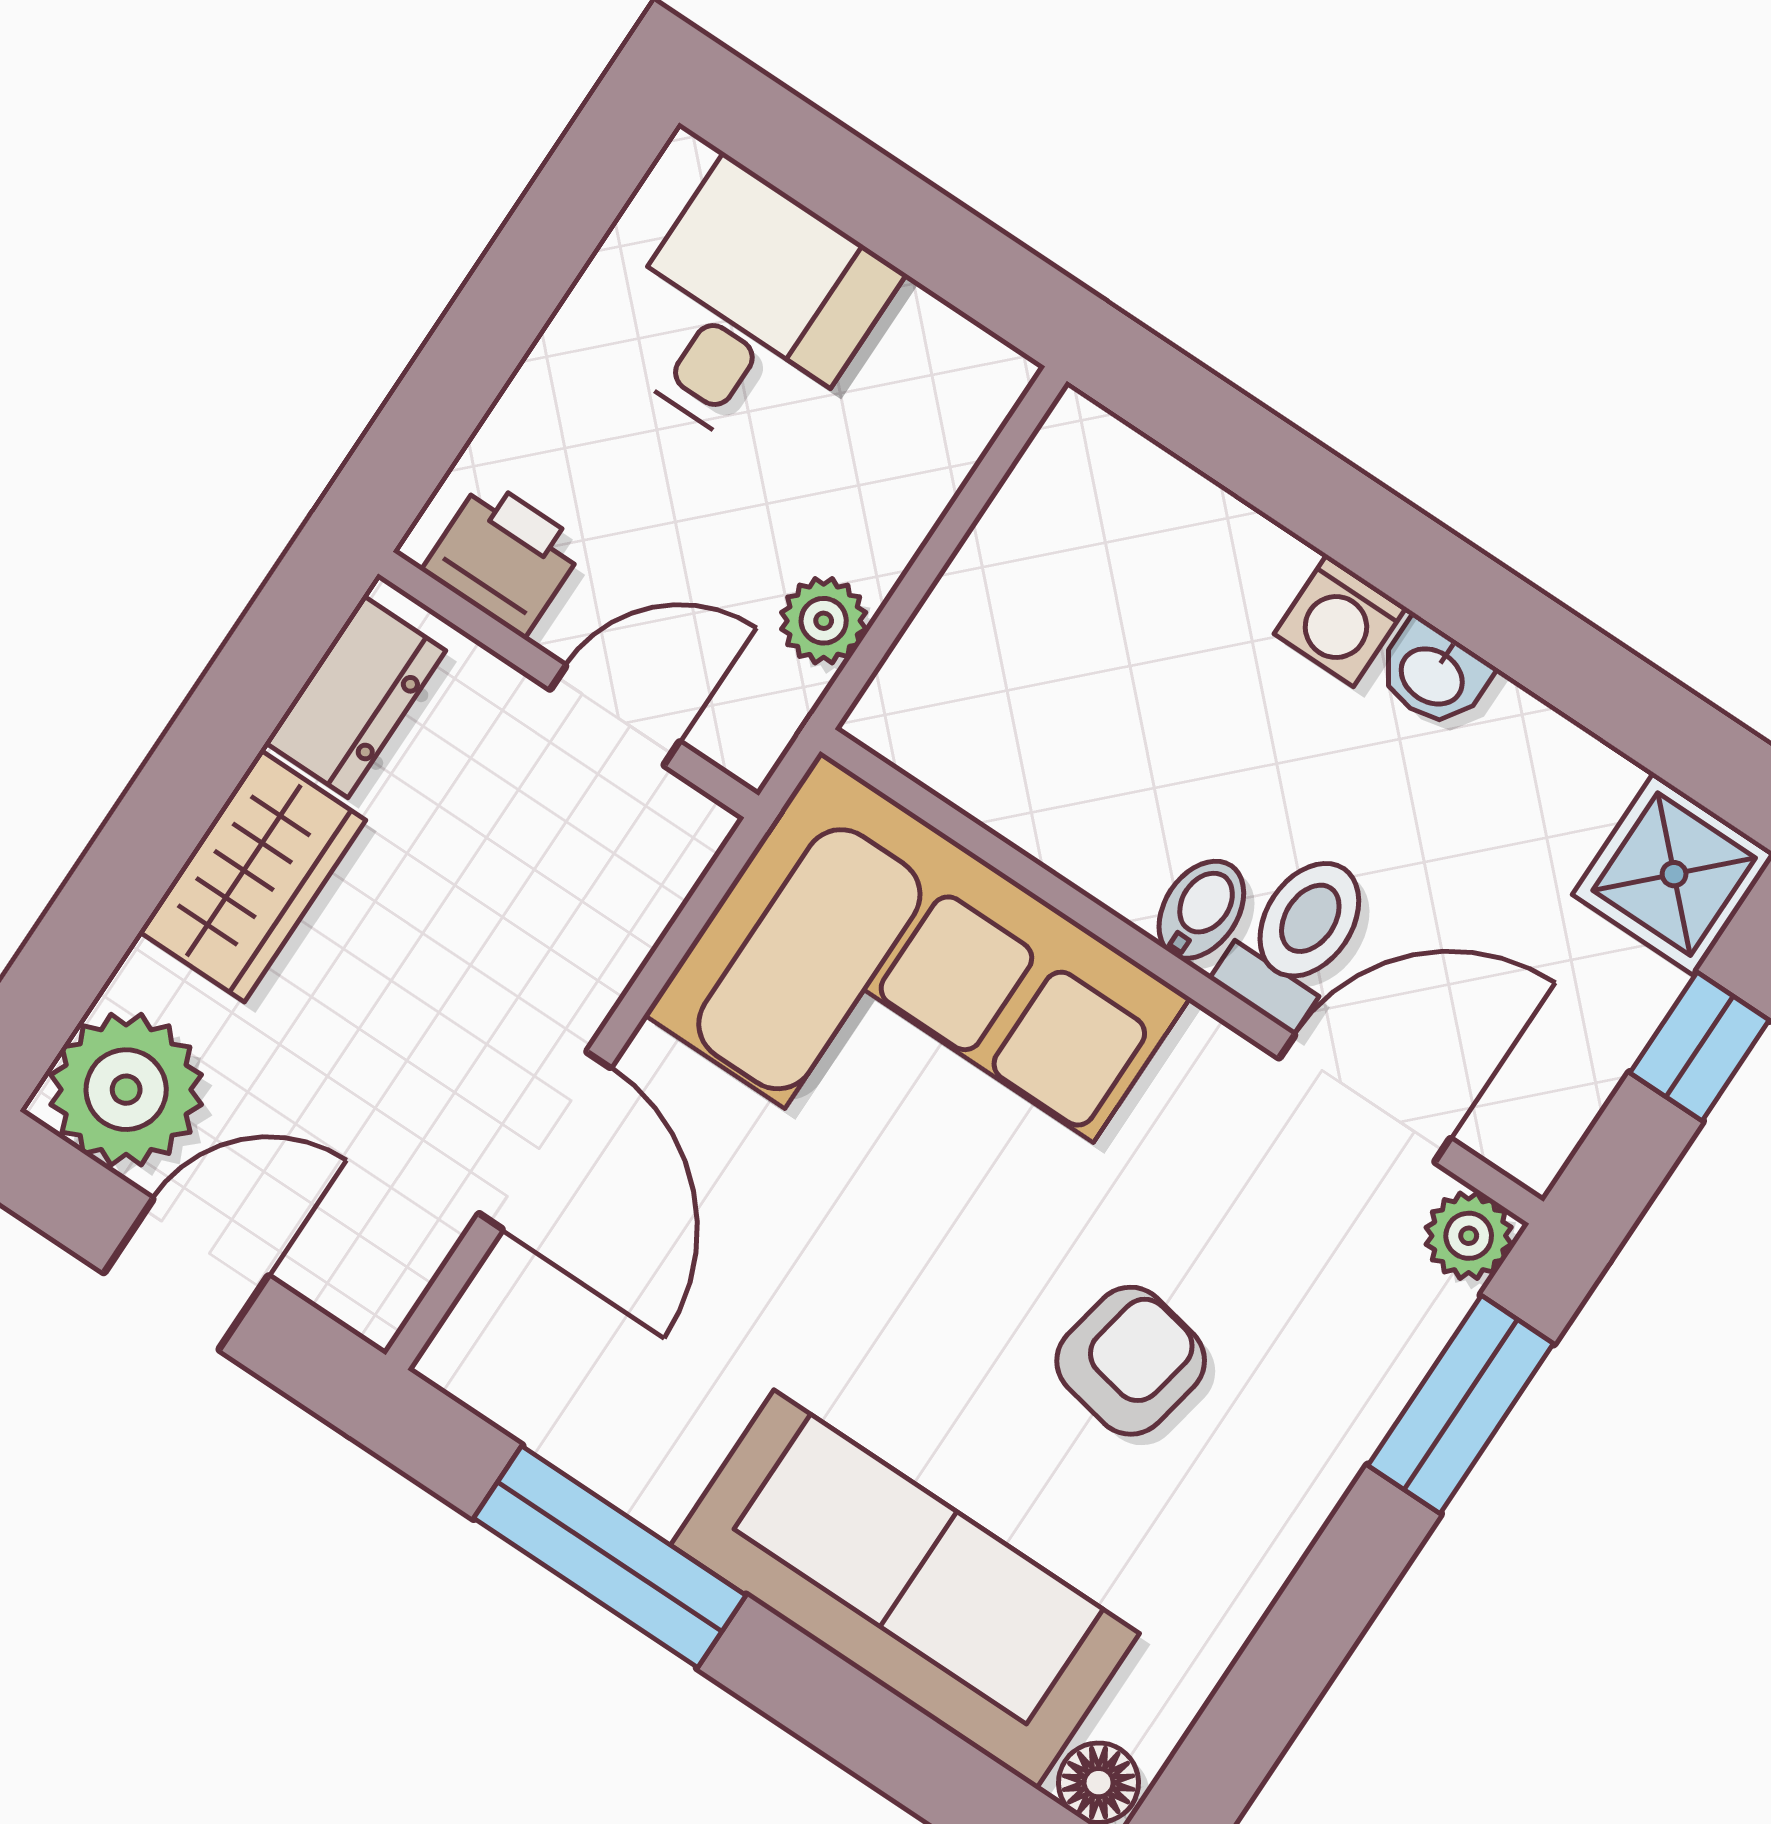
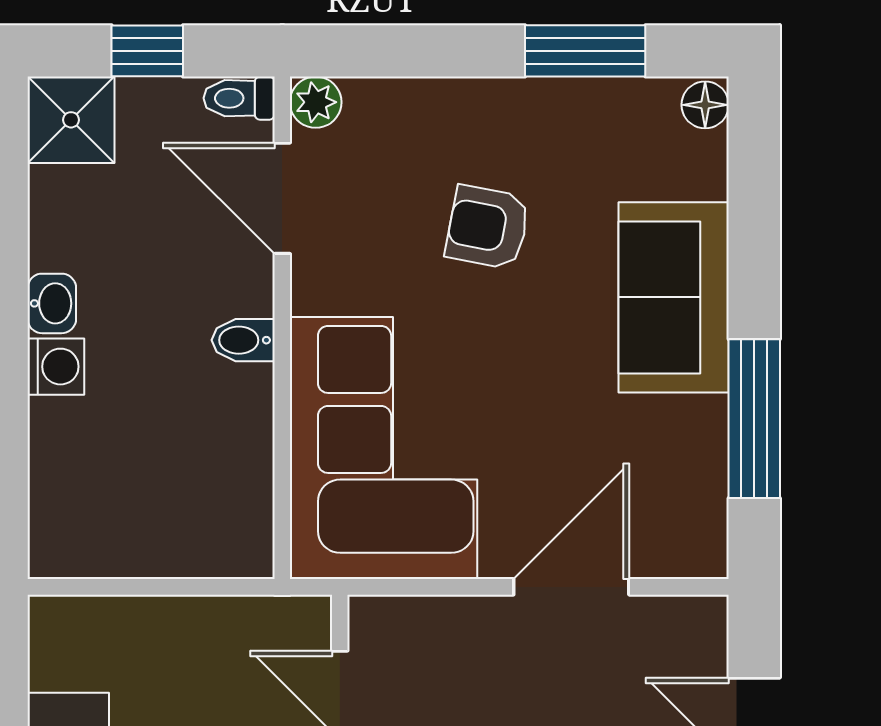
plant: (824, 621) -> (225, 620), removed
toilet: (1297, 938) -> (239, 98), moved, width x0.73, depth x0.72
window: (1461, 1405) -> (585, 51), moved
sofa: (905, 1589) -> (674, 297), width x0.73

